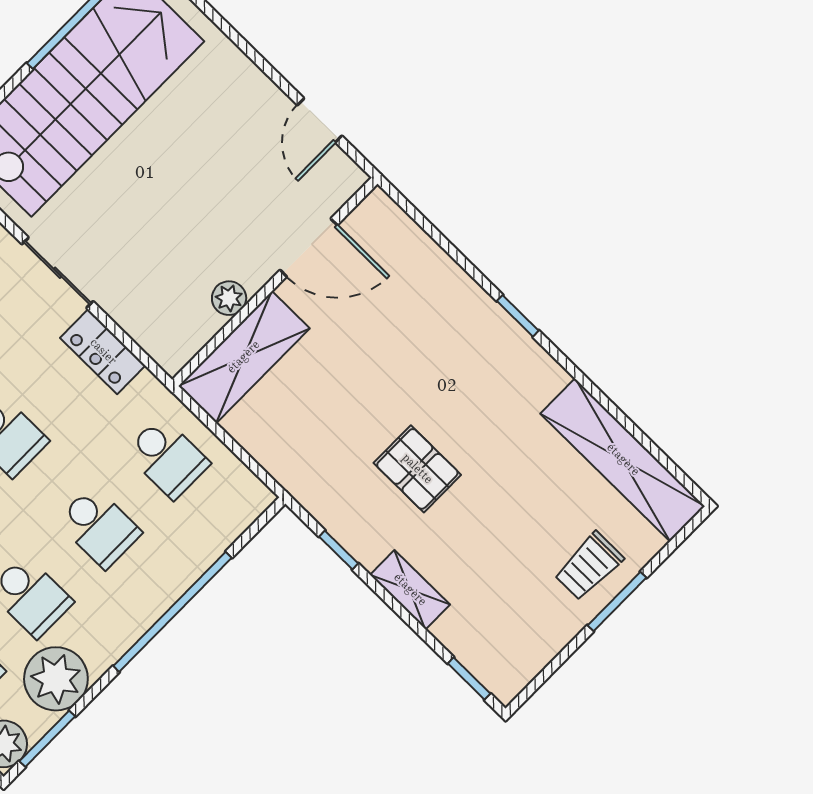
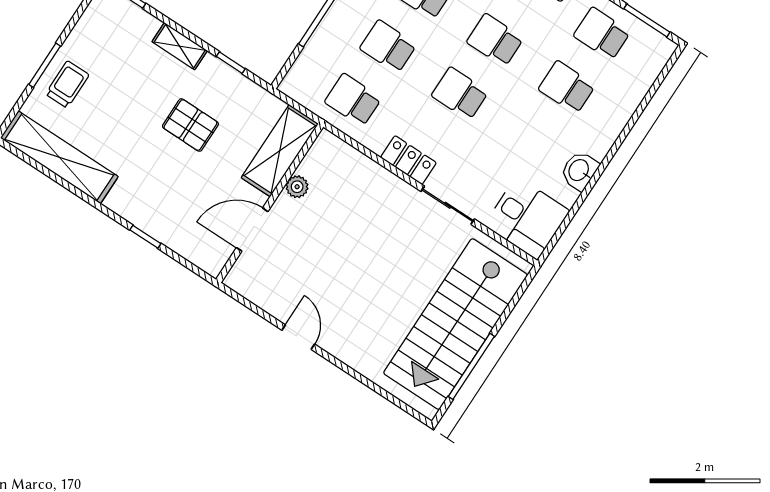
door: (309, 248) -> (252, 230), moved
wall: (275, 282) -> (270, 203), moved
plant: (229, 298) -> (297, 187), moved
shelving: (244, 357) -> (280, 151), moved

